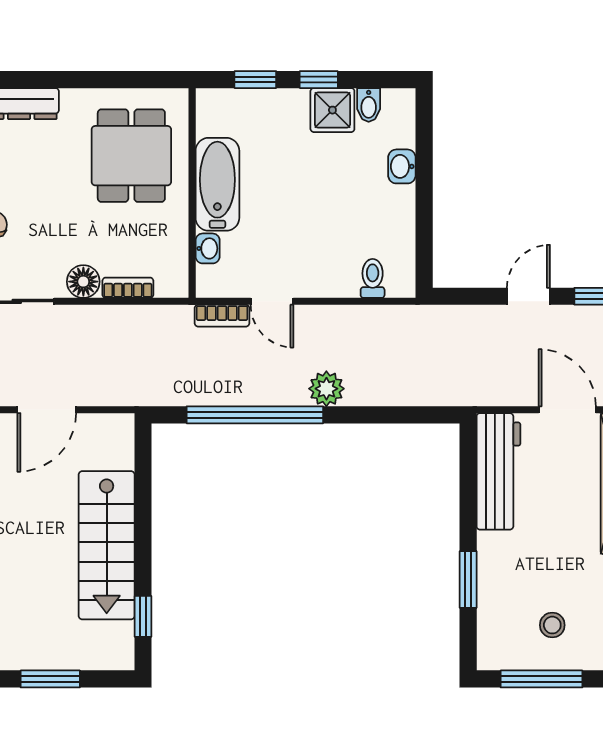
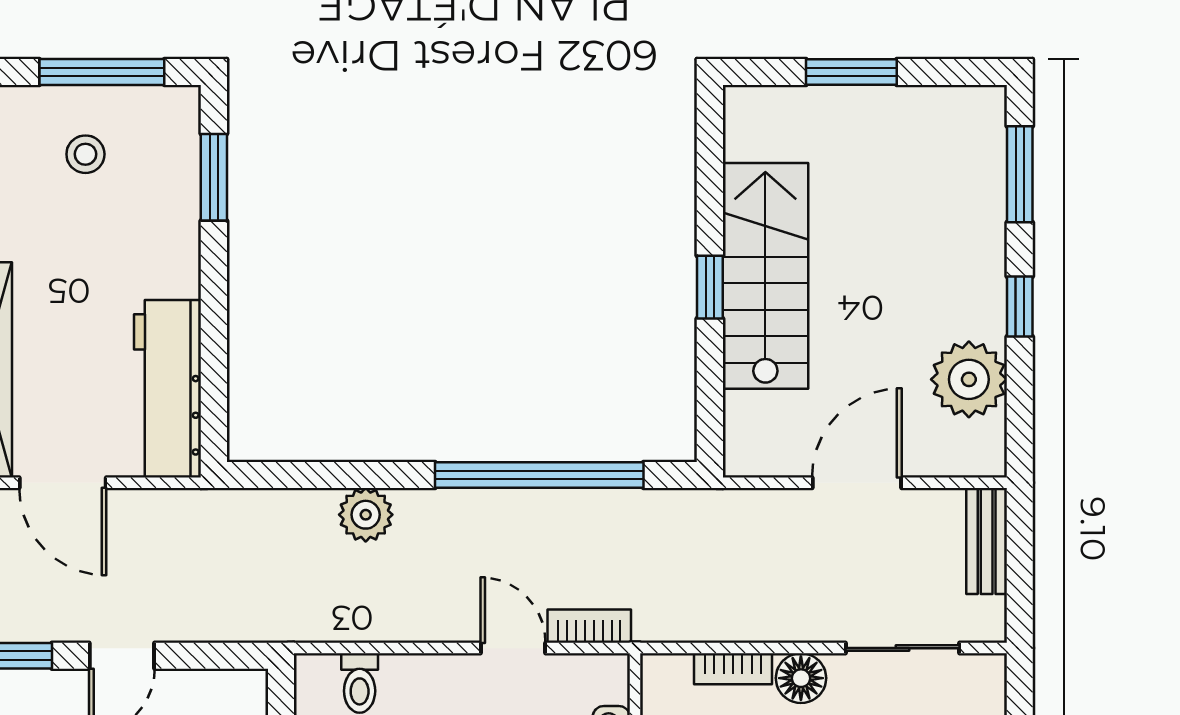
plant: (326, 389) -> (366, 515), moved
window: (468, 579) -> (214, 177), moved
window: (143, 616) -> (710, 287), moved

